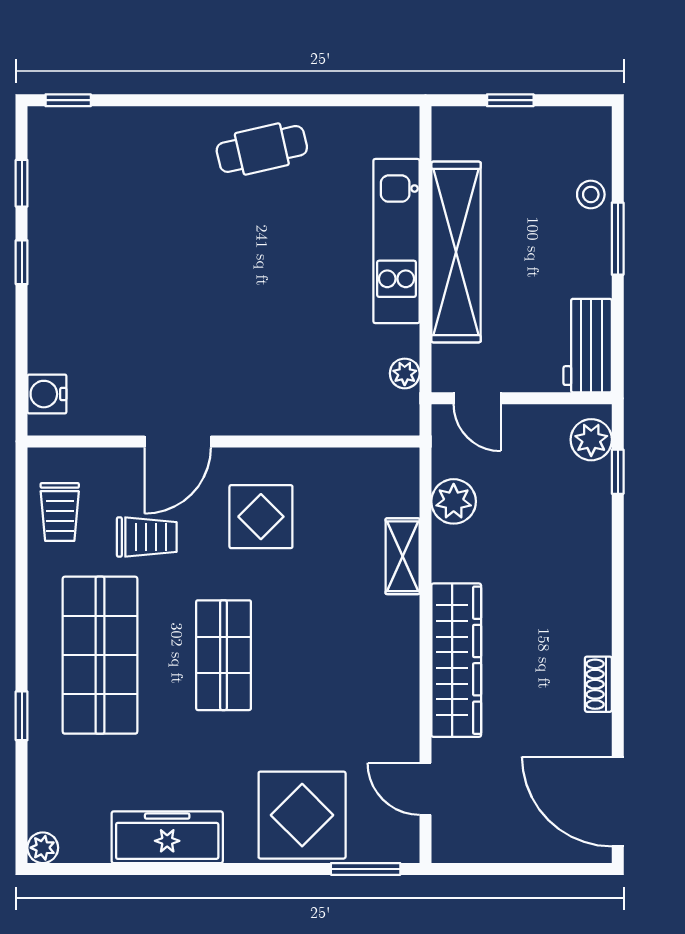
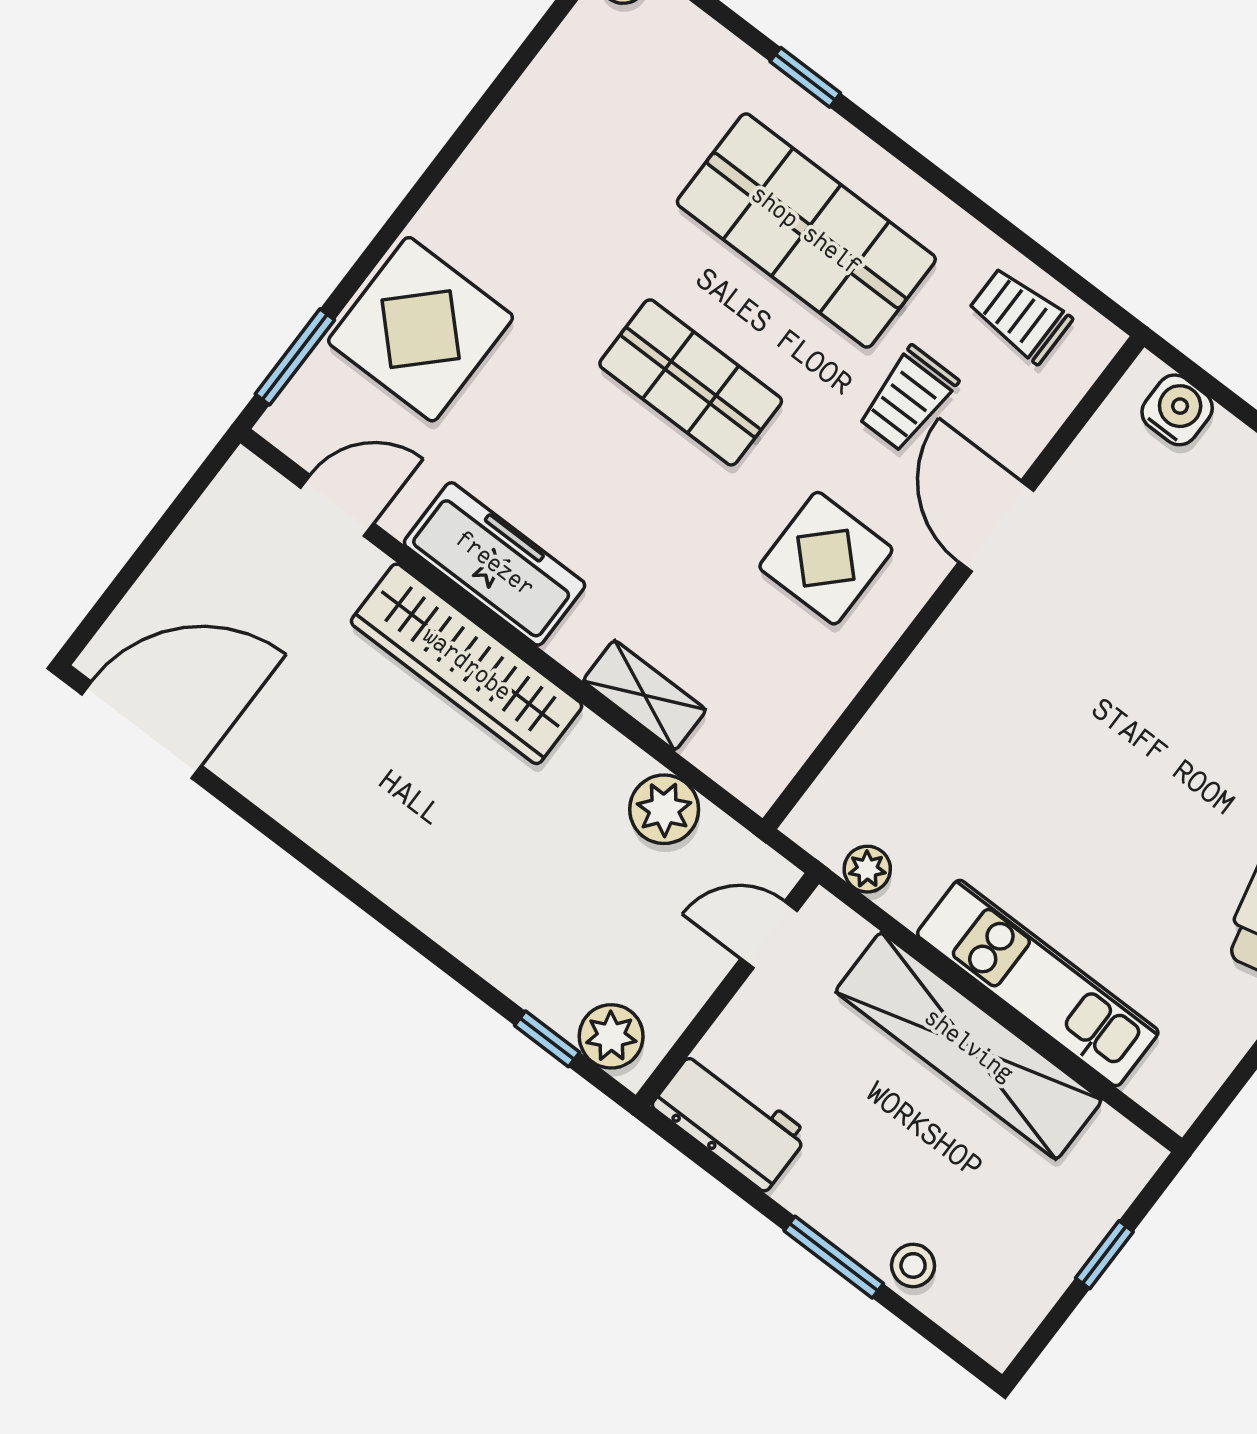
shoe rack: (598, 684) -> (304, 816), removed
freezer: (167, 837) -> (495, 564), moved, turned -90

